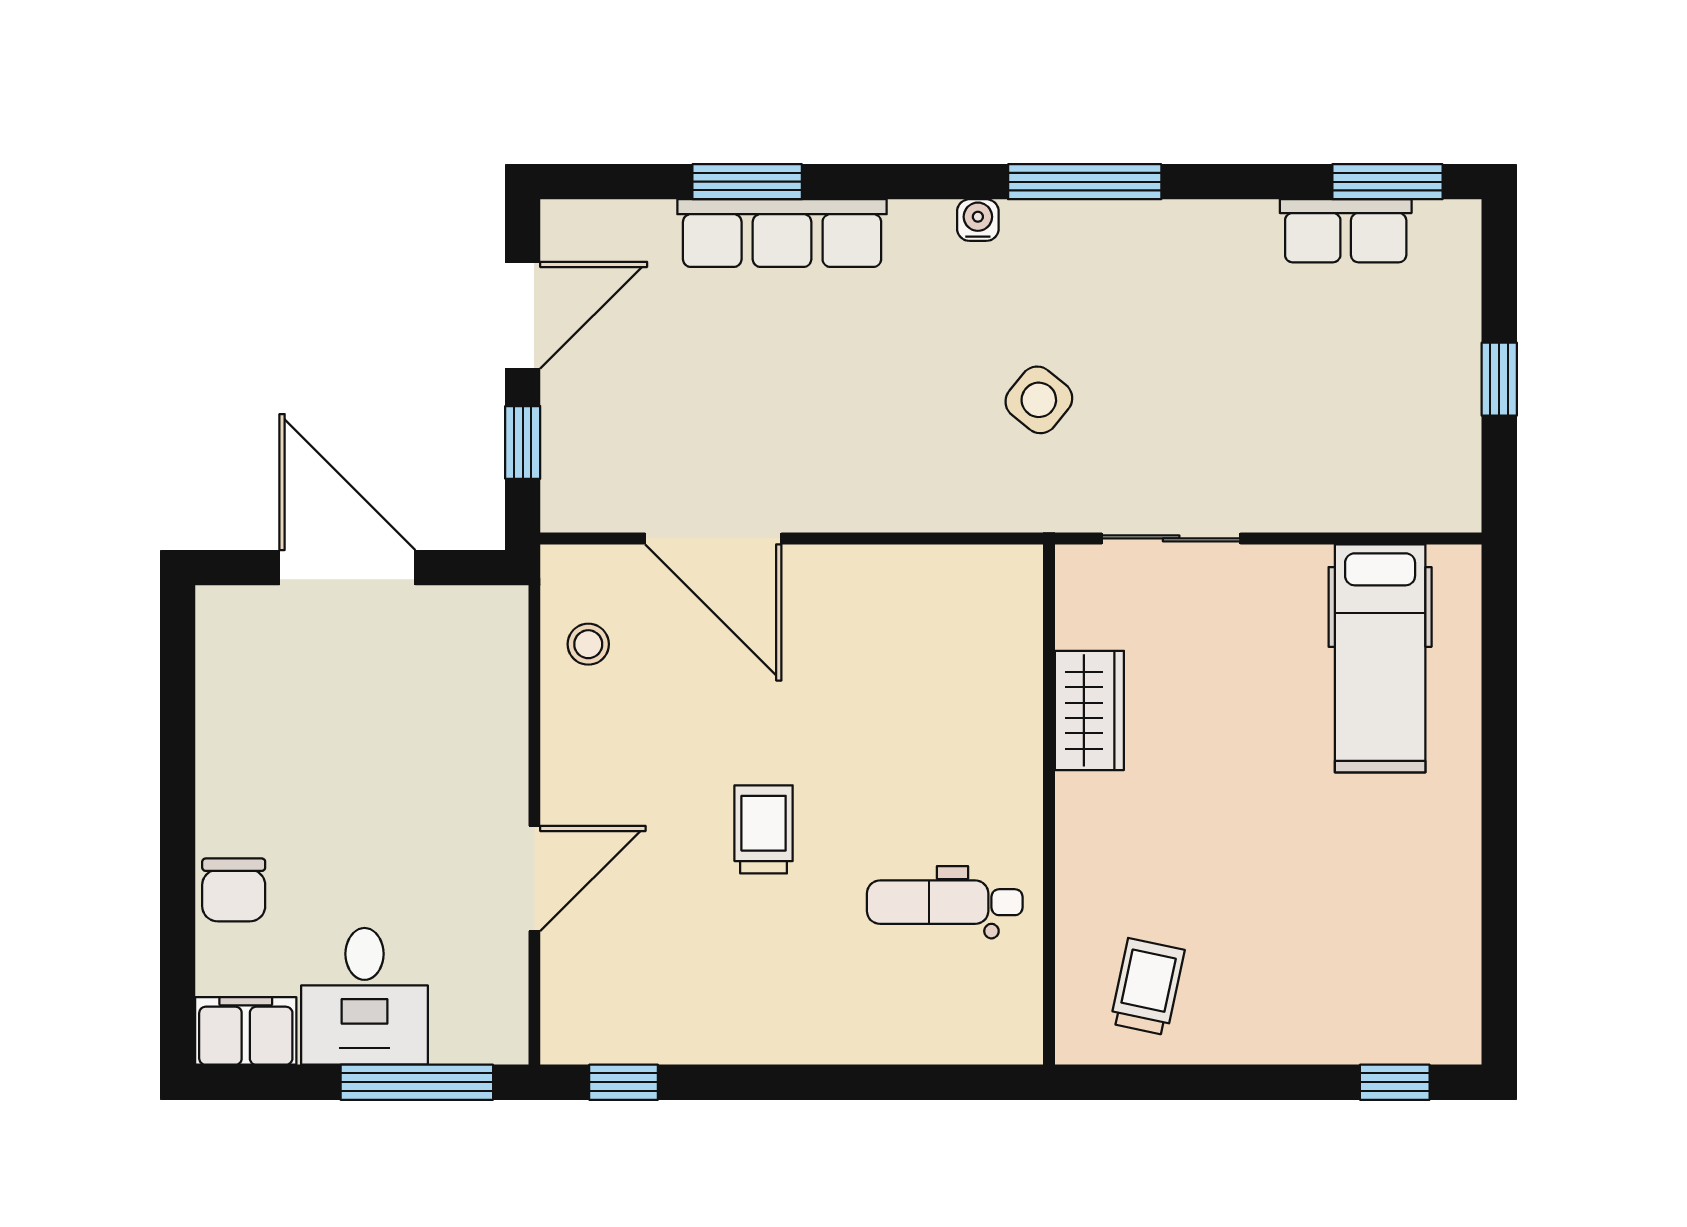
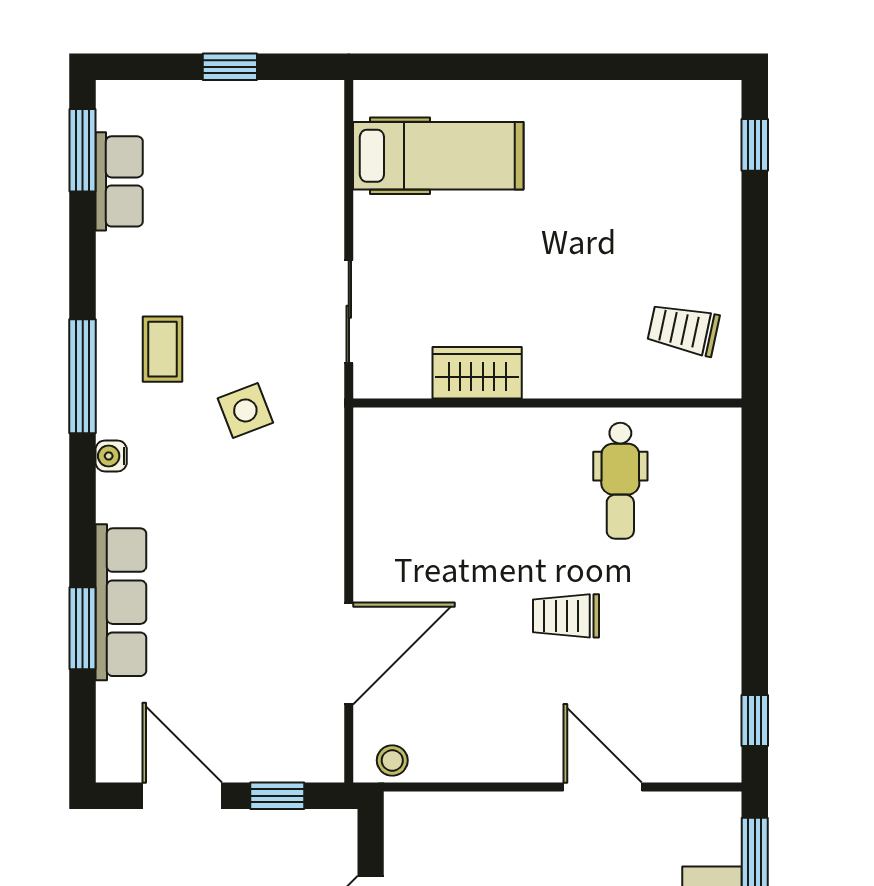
coffee table: (1121, 289) -> (162, 349), added
side table: (1039, 400) -> (245, 410), turned 30
stool: (588, 644) -> (392, 760), moved

